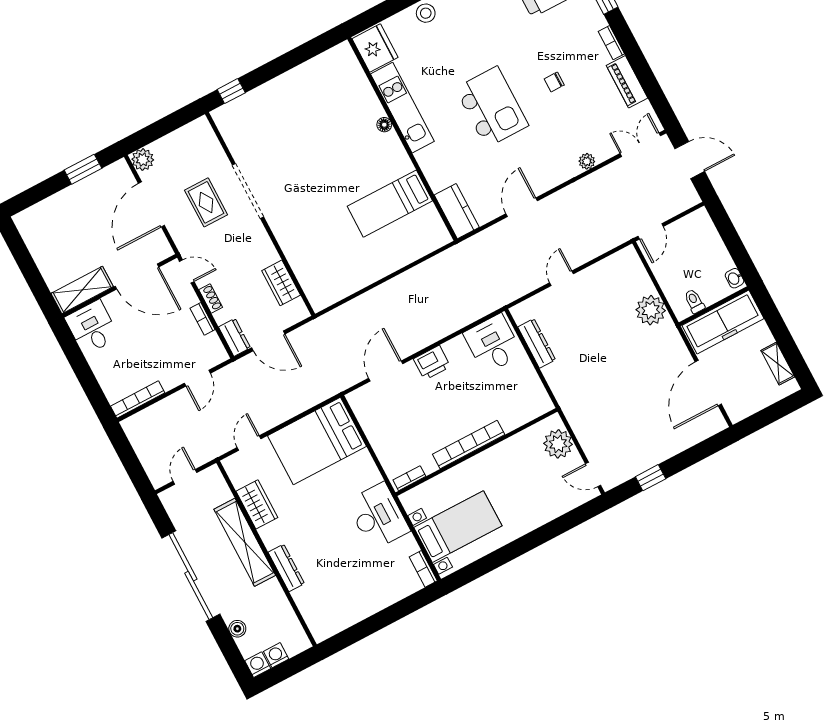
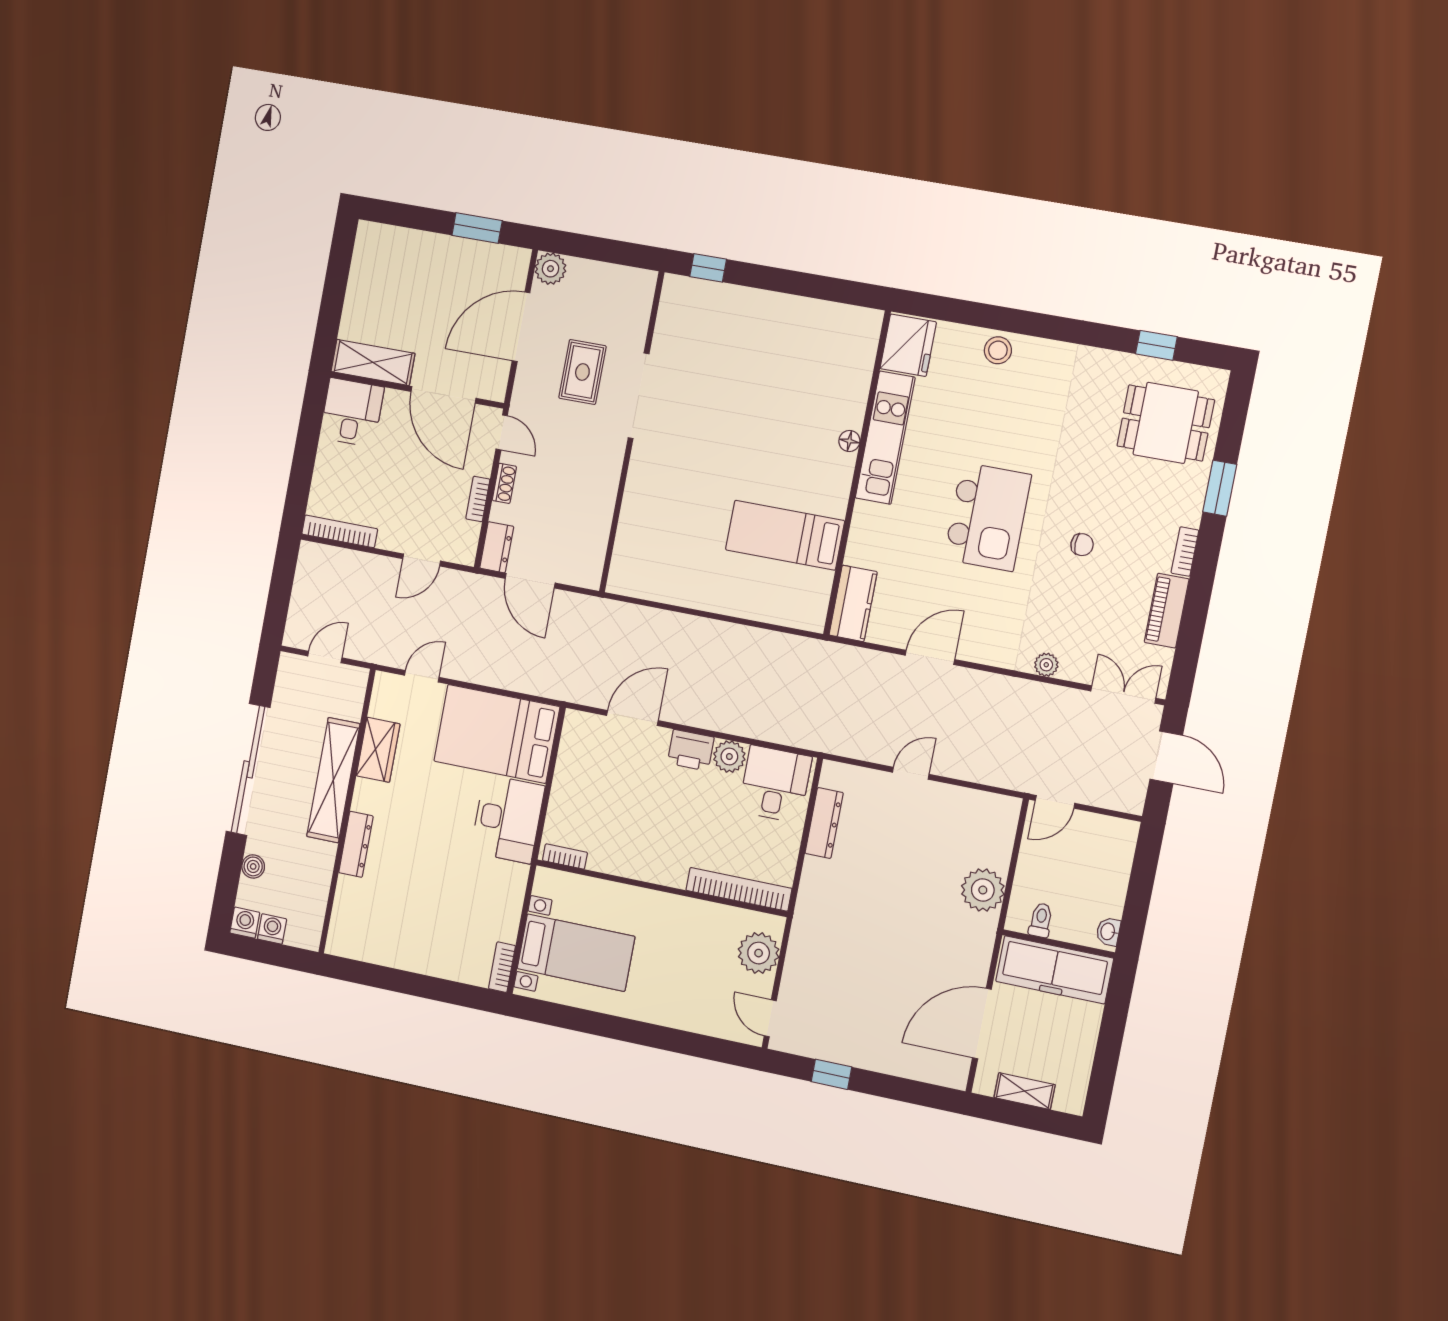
chair: (554, 82) -> (1082, 545), turned 180
wardrobe: (281, 283) -> (595, 528), removed
plant: (456, 349) -> (729, 757), added
shelving: (778, 364) -> (1025, 1091), moved, turned 90
bookcase: (469, 444) -> (739, 889), moved
desk: (378, 516) -> (508, 819), moved

